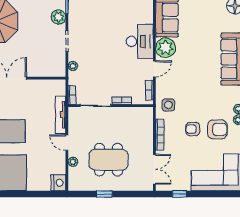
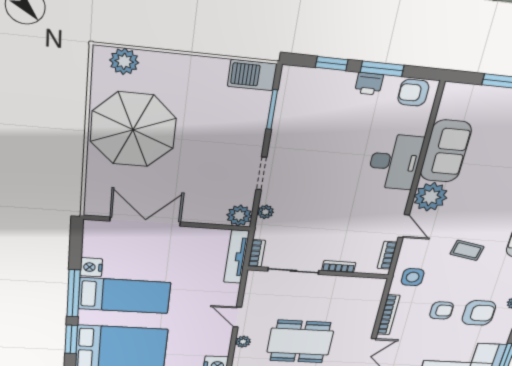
plant: (58, 17) -> (239, 216), moved
desk: (140, 41) -> (395, 162), moved
door: (154, 69) -> (404, 226), hinge flipped
coffee table: (197, 83) -> (467, 250), added
tv unit: (61, 115) -> (236, 257), moved
armchair: (193, 129) -> (442, 310), turned 180

